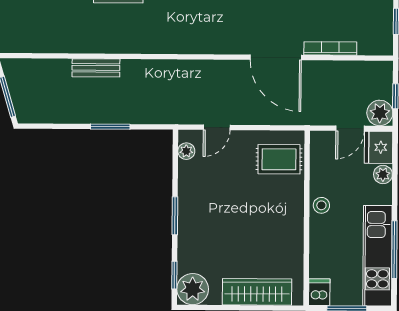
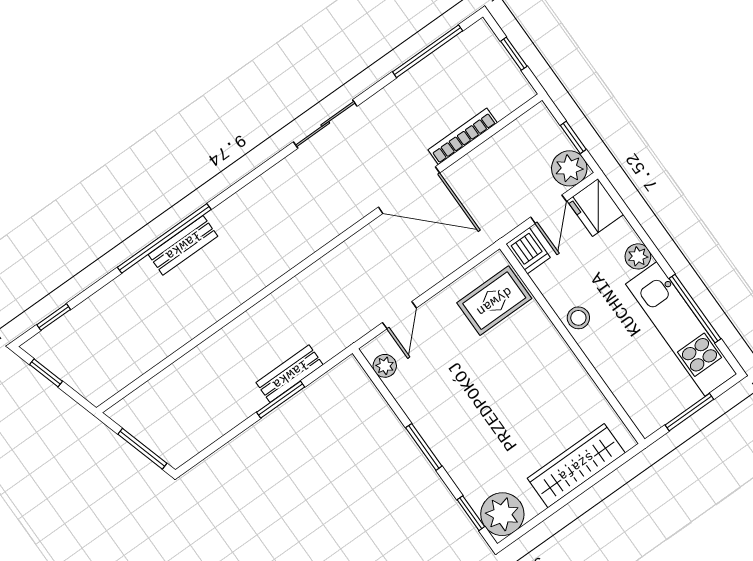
bench: (96, 68) -> (290, 374), moved
plant: (383, 175) -> (638, 256), moved
dishwasher: (319, 292) -> (528, 251), moved, turned 180

